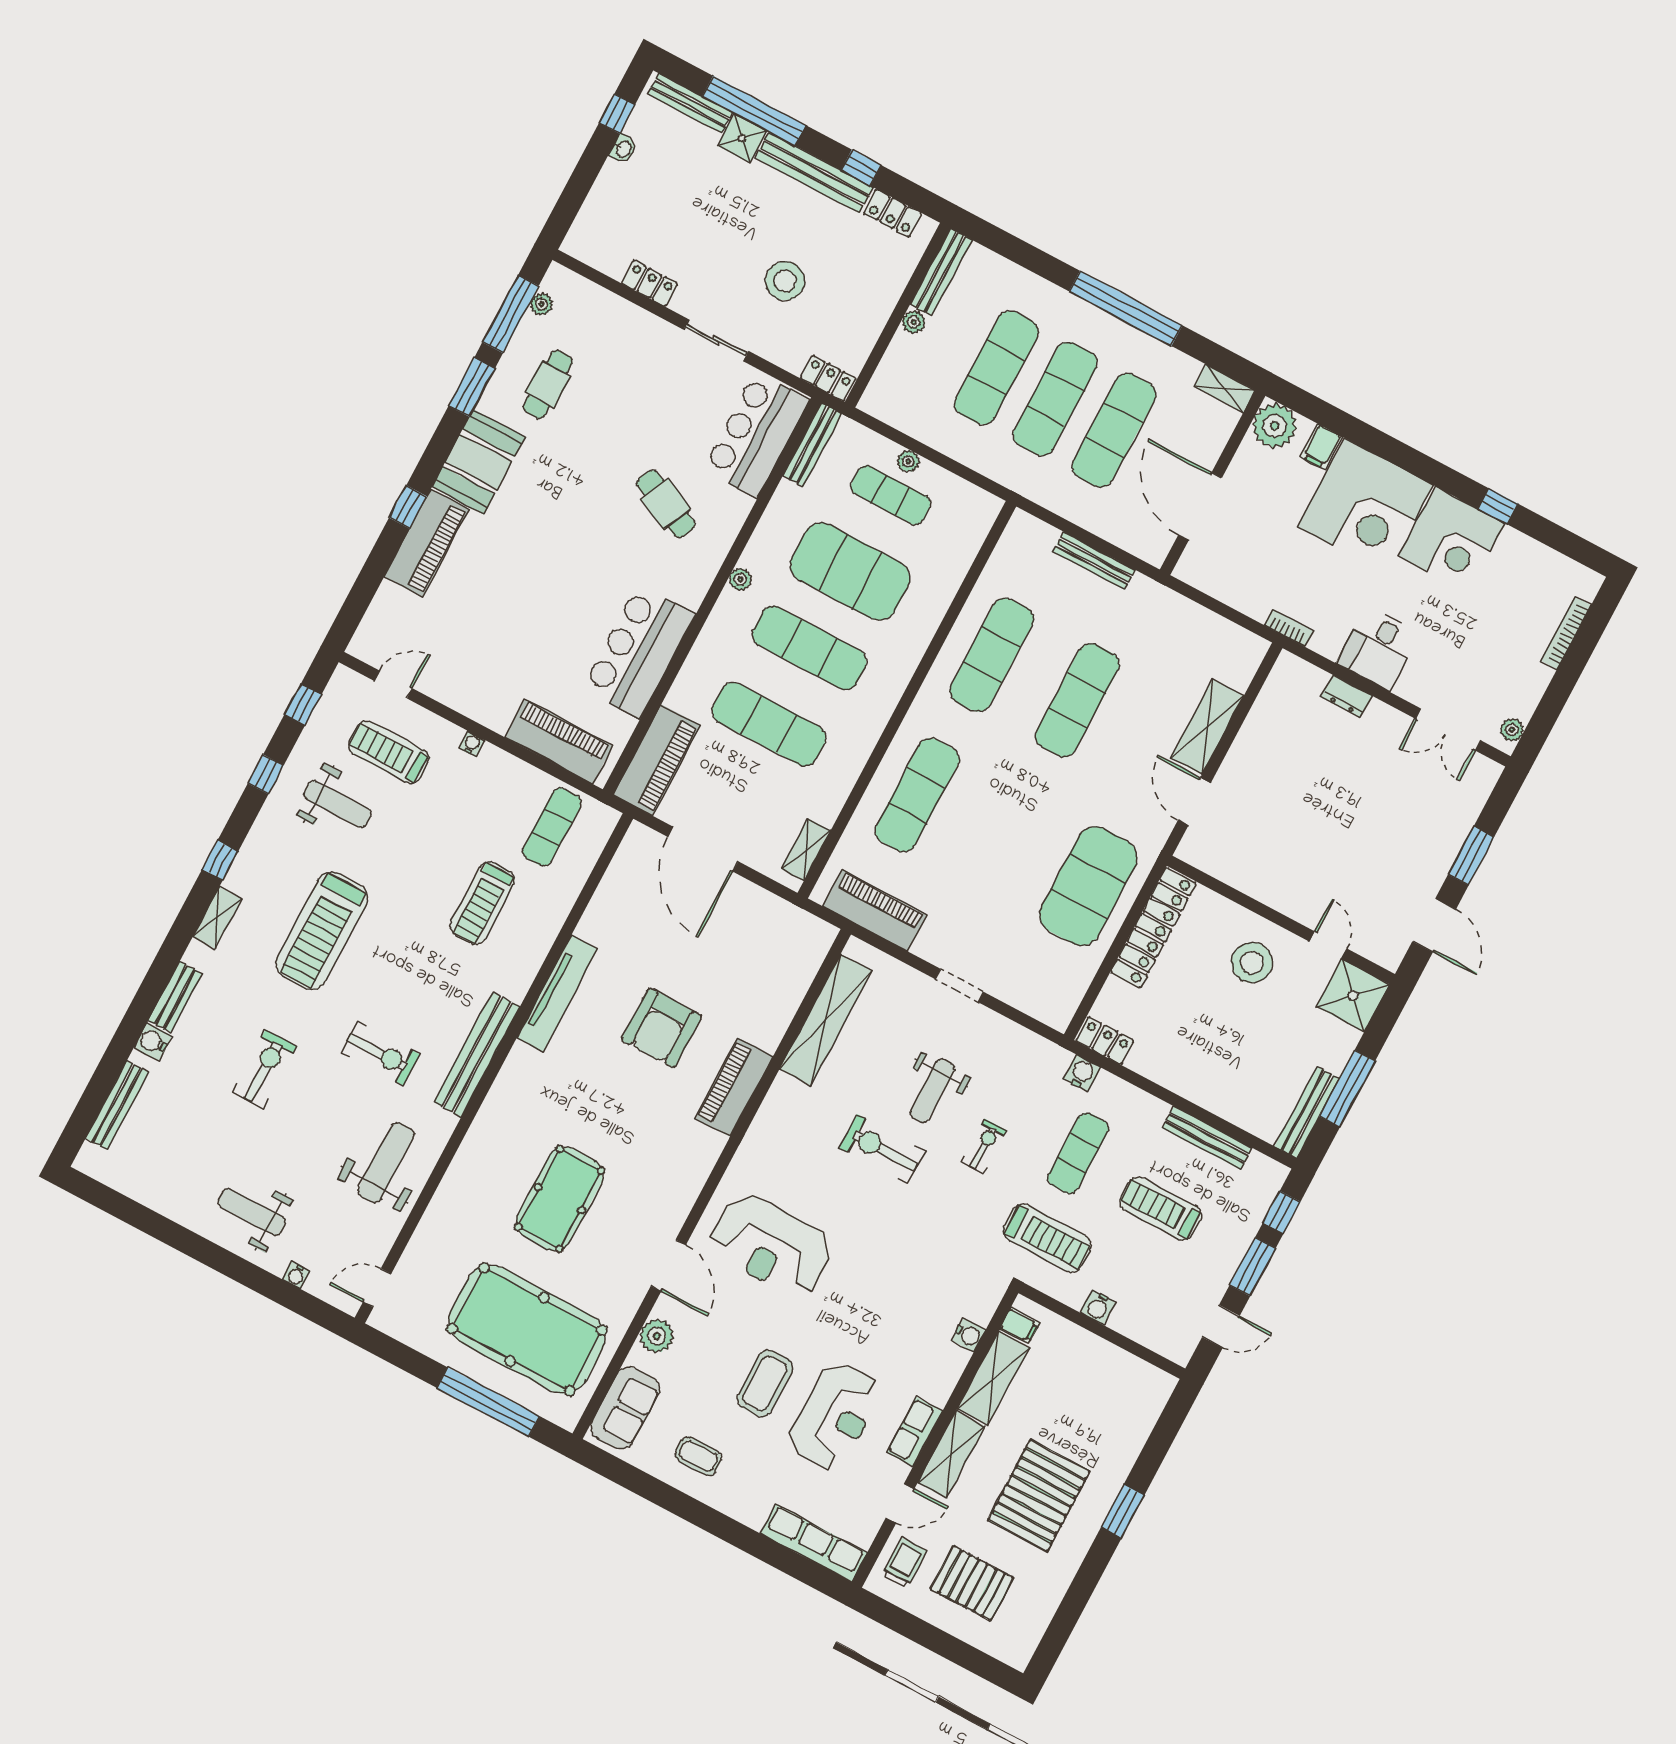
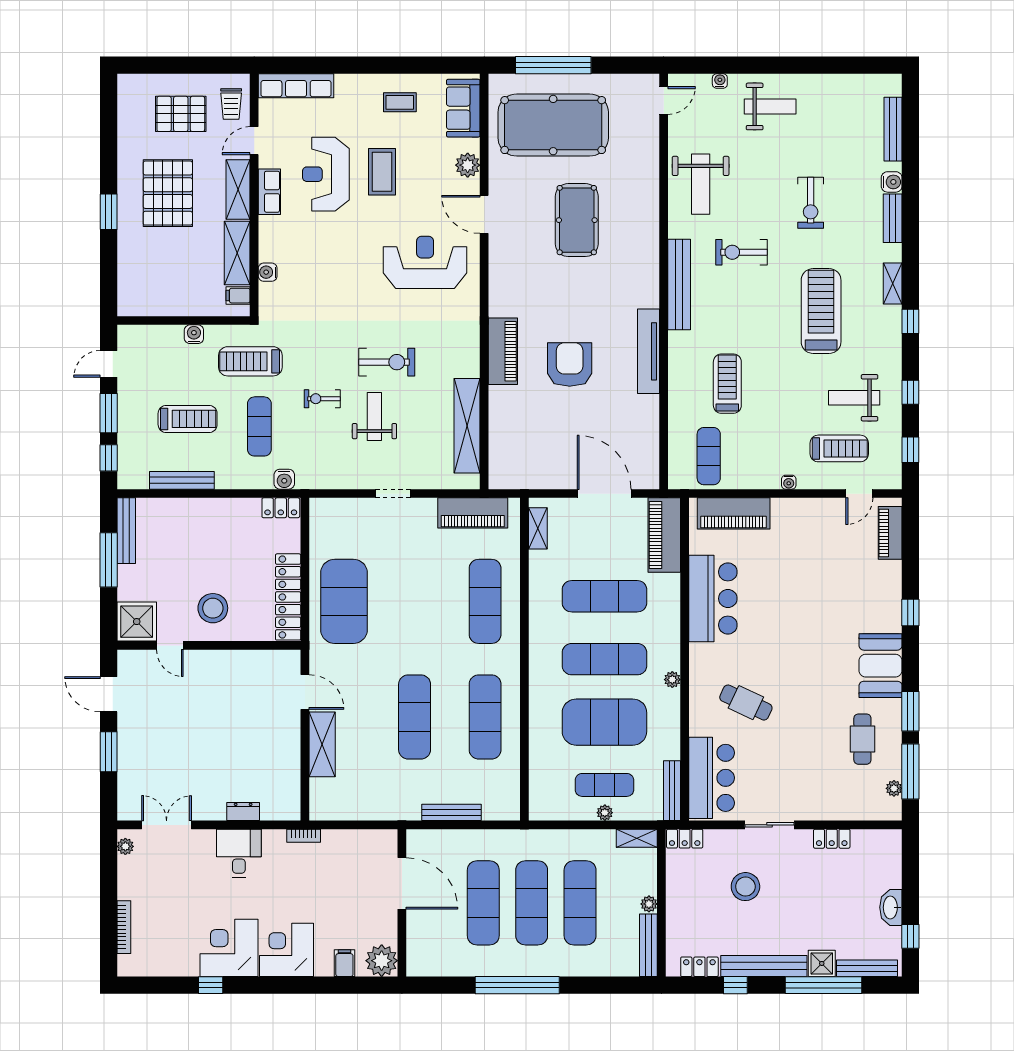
washbasin: (623, 149) -> (891, 907), width x1.91, depth x1.45
shelving: (1225, 388) -> (637, 838), moved
corner desk: (1365, 506) -> (286, 950), width x0.74, depth x0.74
piano: (426, 543) -> (890, 533), moved, width x0.73, depth x0.75
exercise bike: (984, 1146) -> (322, 399), turned 90

